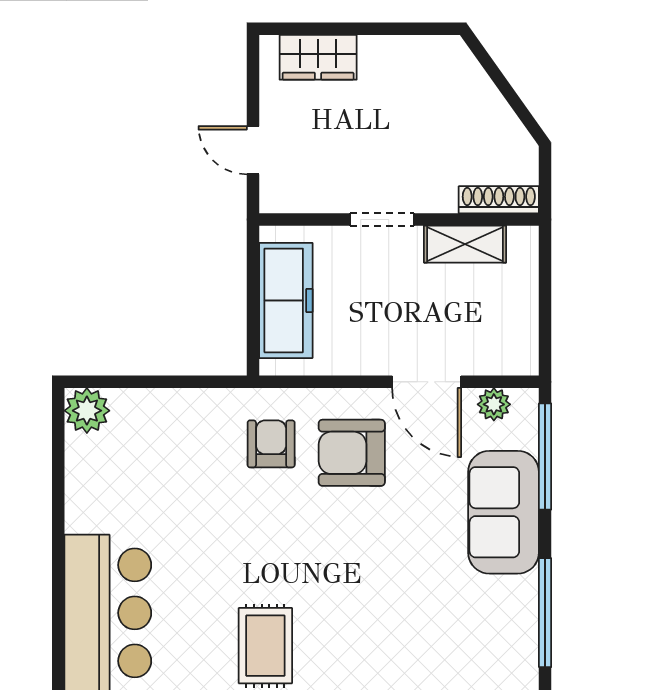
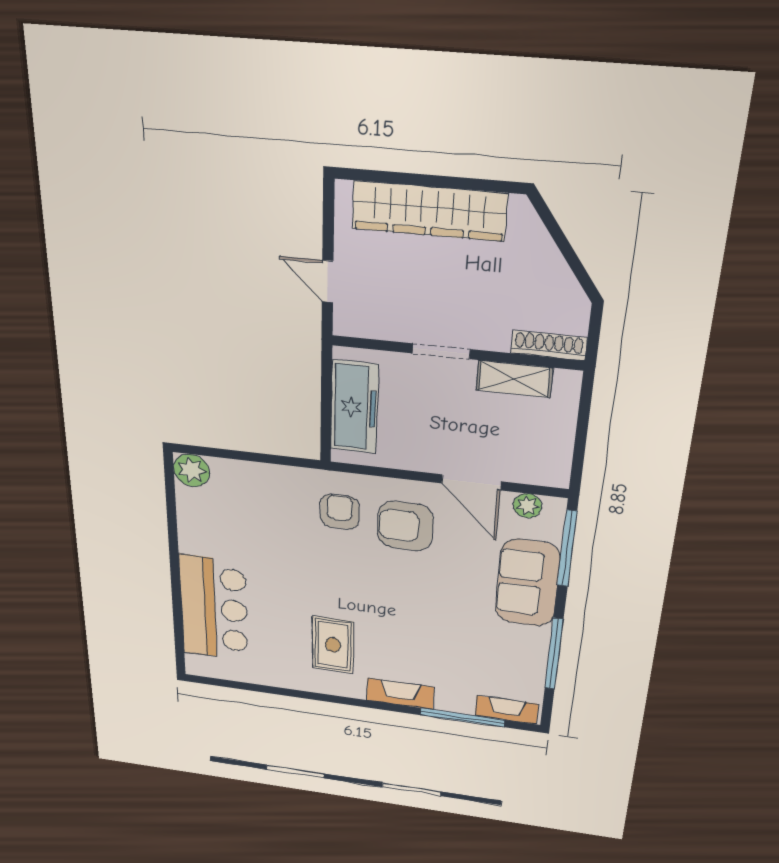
wardrobe: (318, 57) -> (429, 211), width x2.10, depth x1.17

